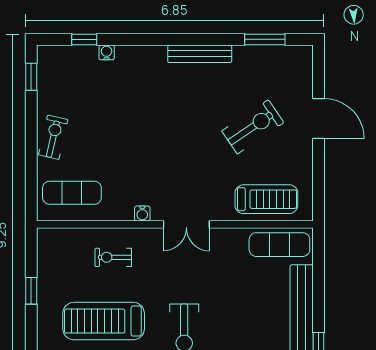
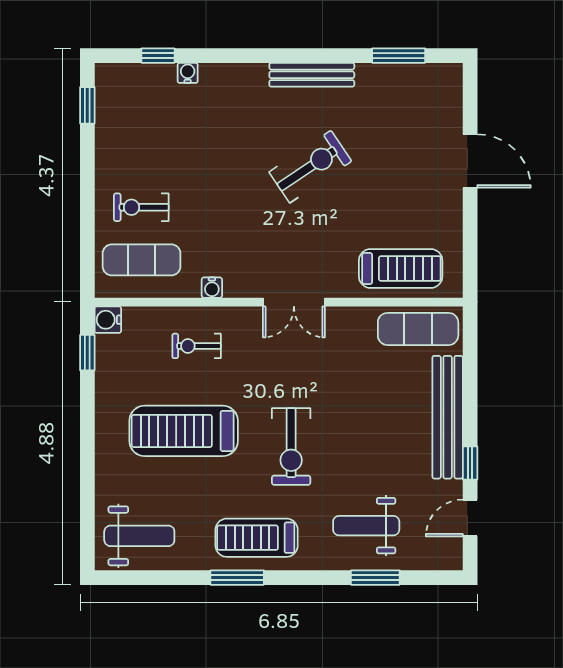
exercise bike: (253, 127) -> (310, 167), moved
exercise bike: (53, 137) -> (141, 207), moved, turned -103
water cooler: (142, 214) -> (212, 288), moved
water cooler: (47, 238) -> (108, 320), added
window: (31, 291) -> (87, 353), moved

